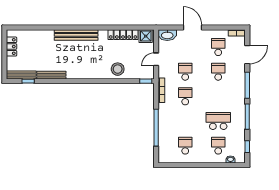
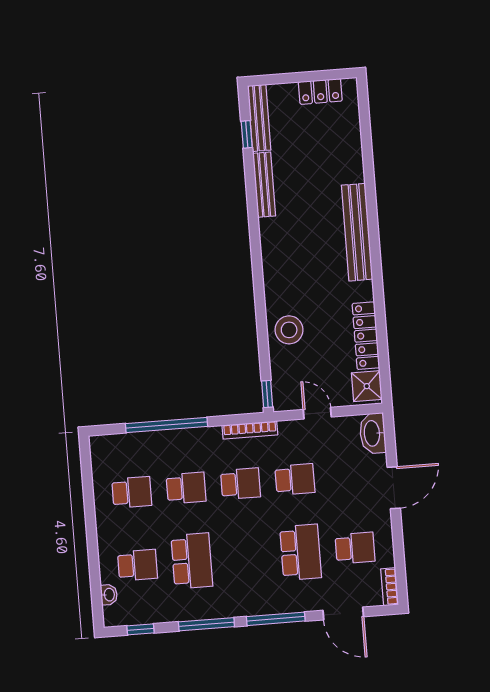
school desk: (218, 72) -> (301, 552), width x1.85
school desk: (185, 121) -> (186, 488), added

